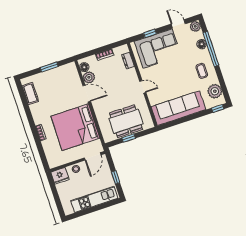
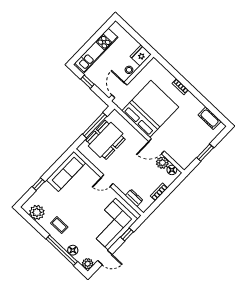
sofa: (178, 108) -> (66, 171), width x0.74, depth x0.79
window: (218, 108) -> (38, 184), moved
window: (129, 138) -> (95, 125), width x2.17

